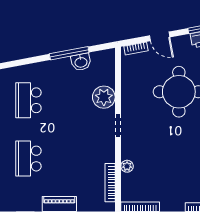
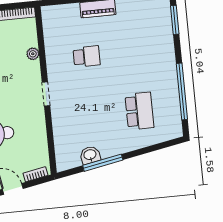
plant: (104, 97) -> (63, 122), removed
school desk: (28, 159) -> (87, 56), moved, width x0.54
bookcase: (110, 183) -> (48, 35), removed

